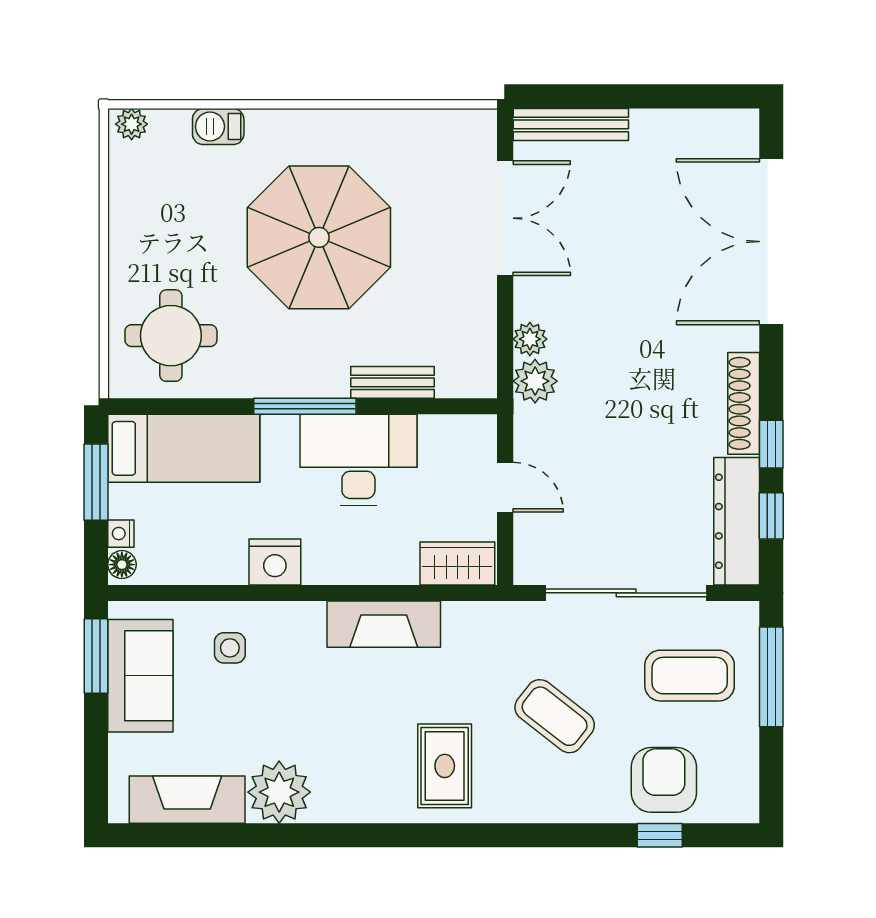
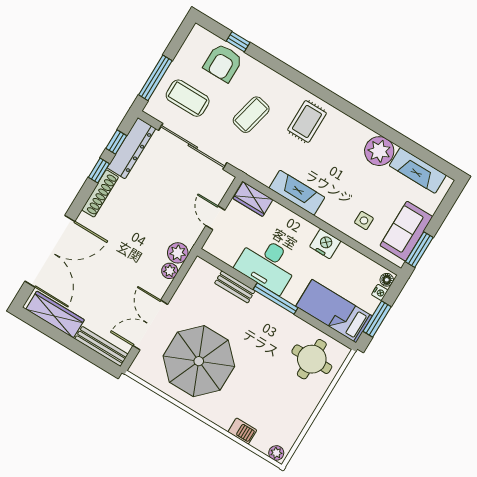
wardrobe: (691, 131) -> (55, 314), added
parasol: (319, 237) -> (199, 361), moved
coffee table: (555, 716) -> (251, 115), turned 65

